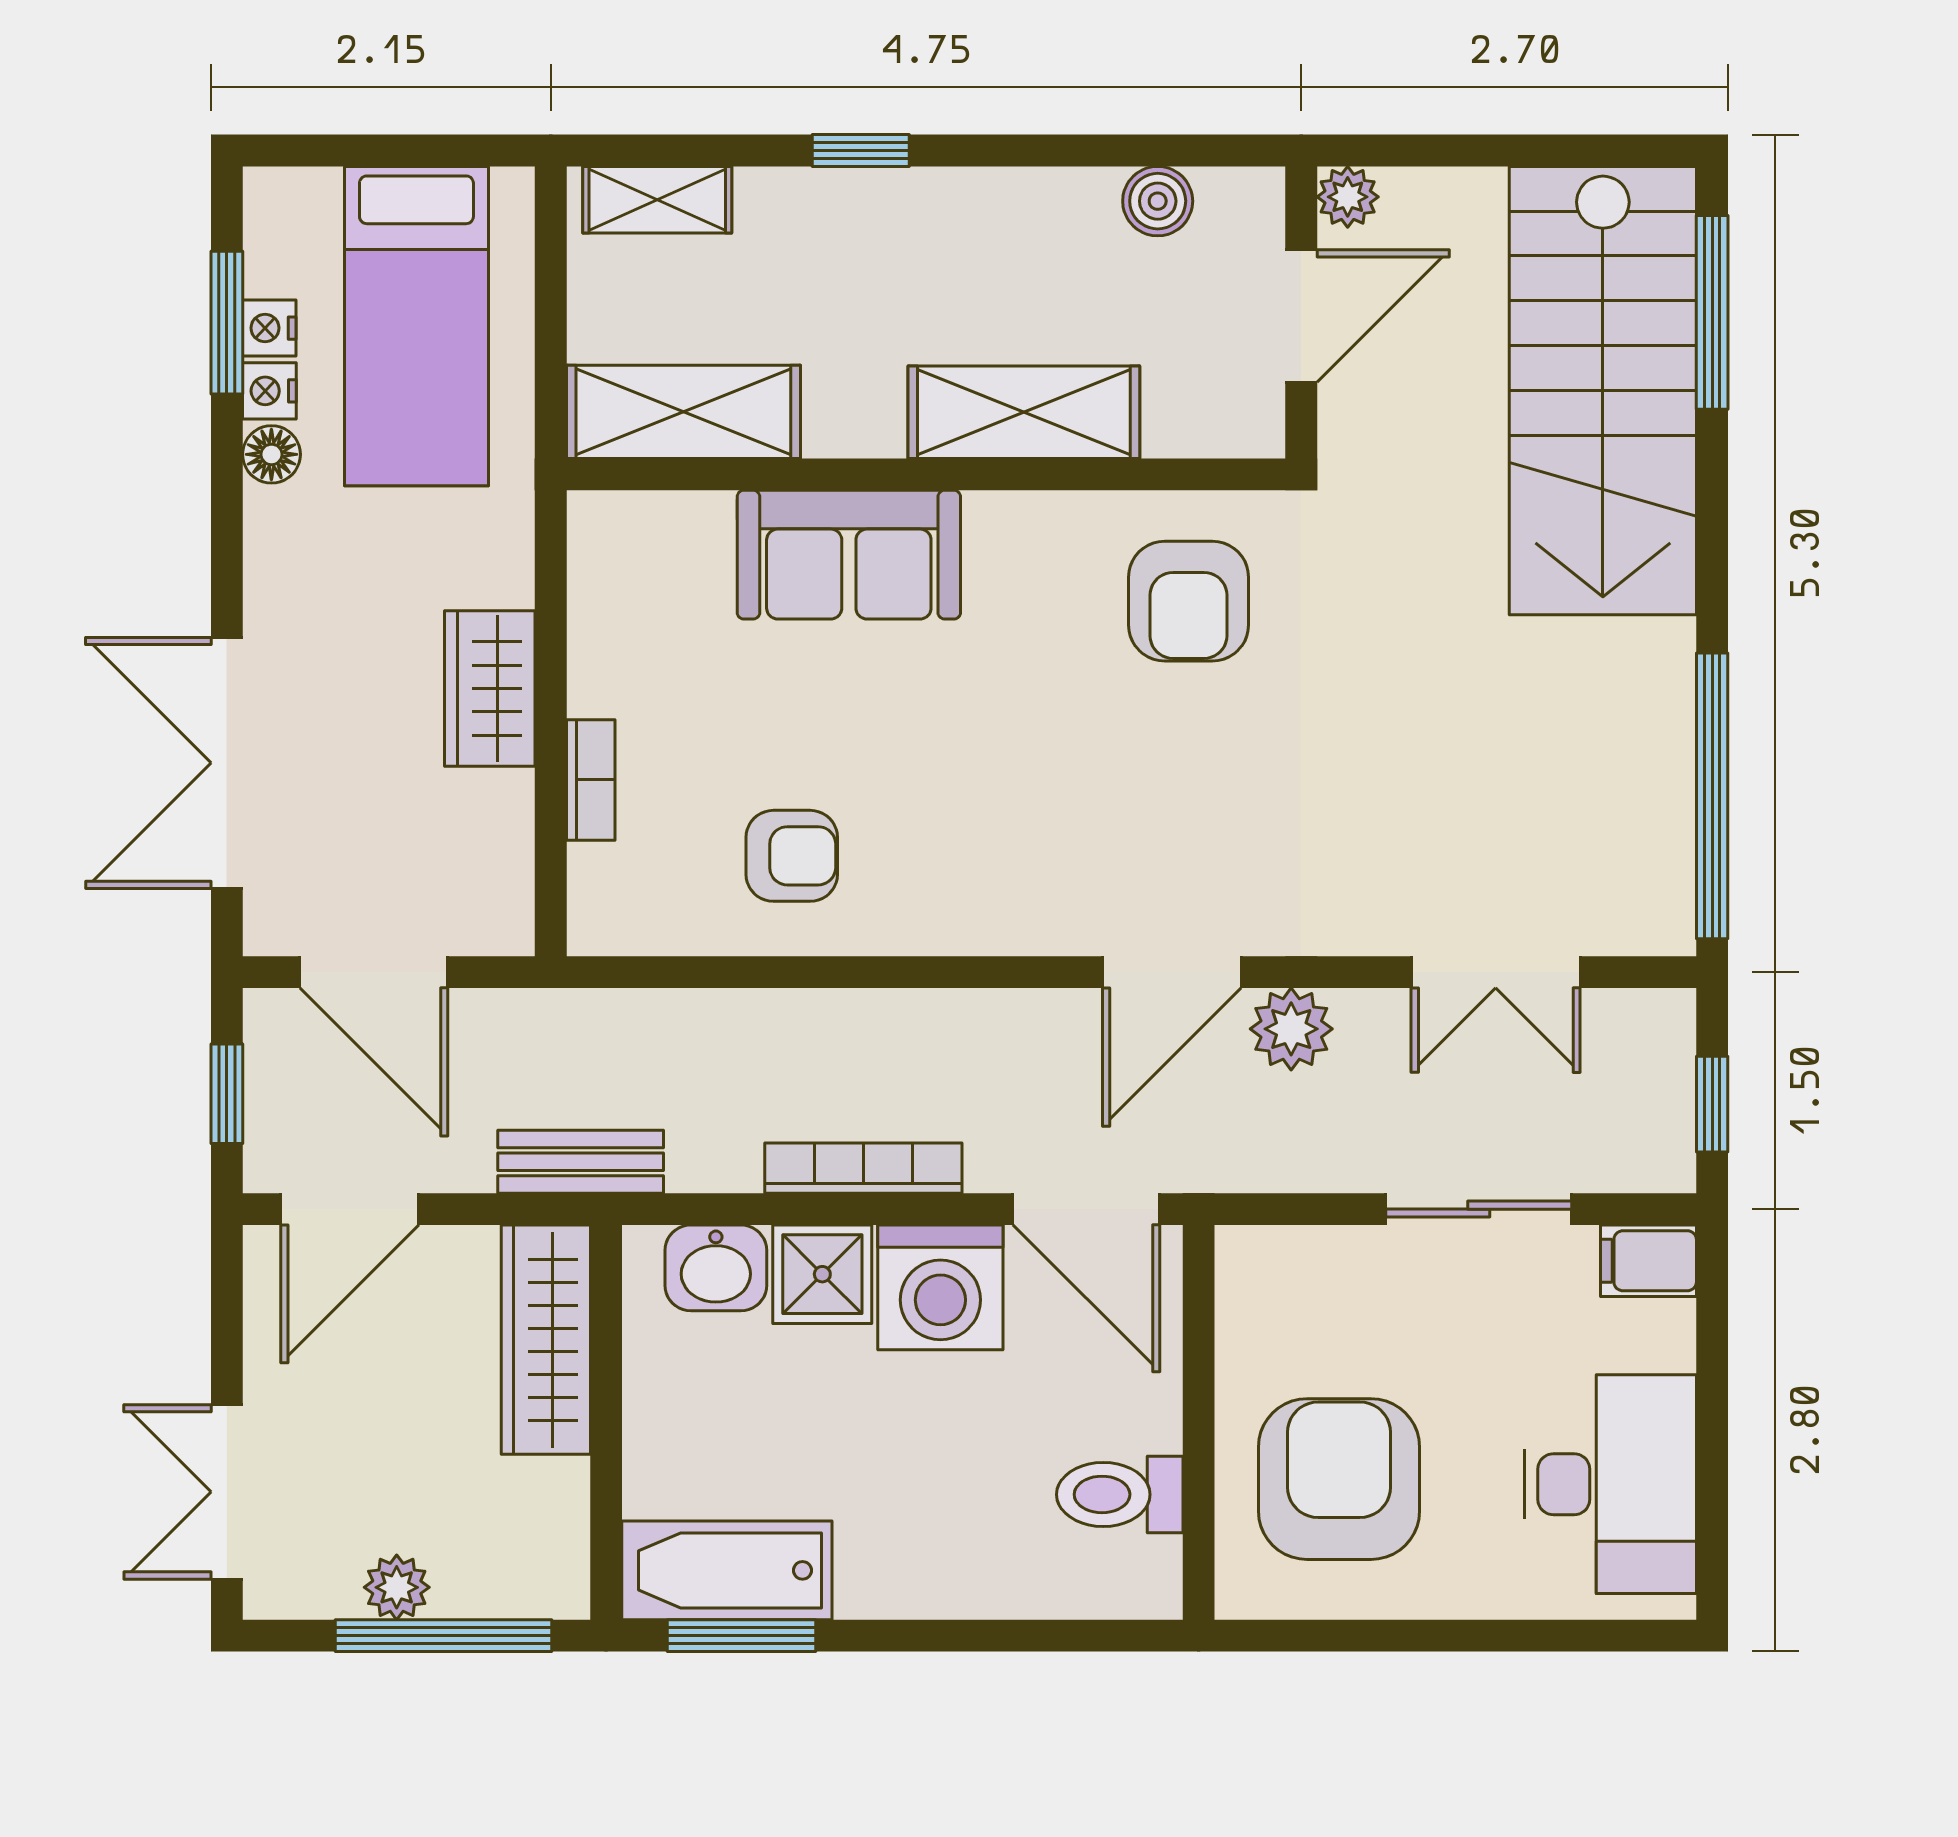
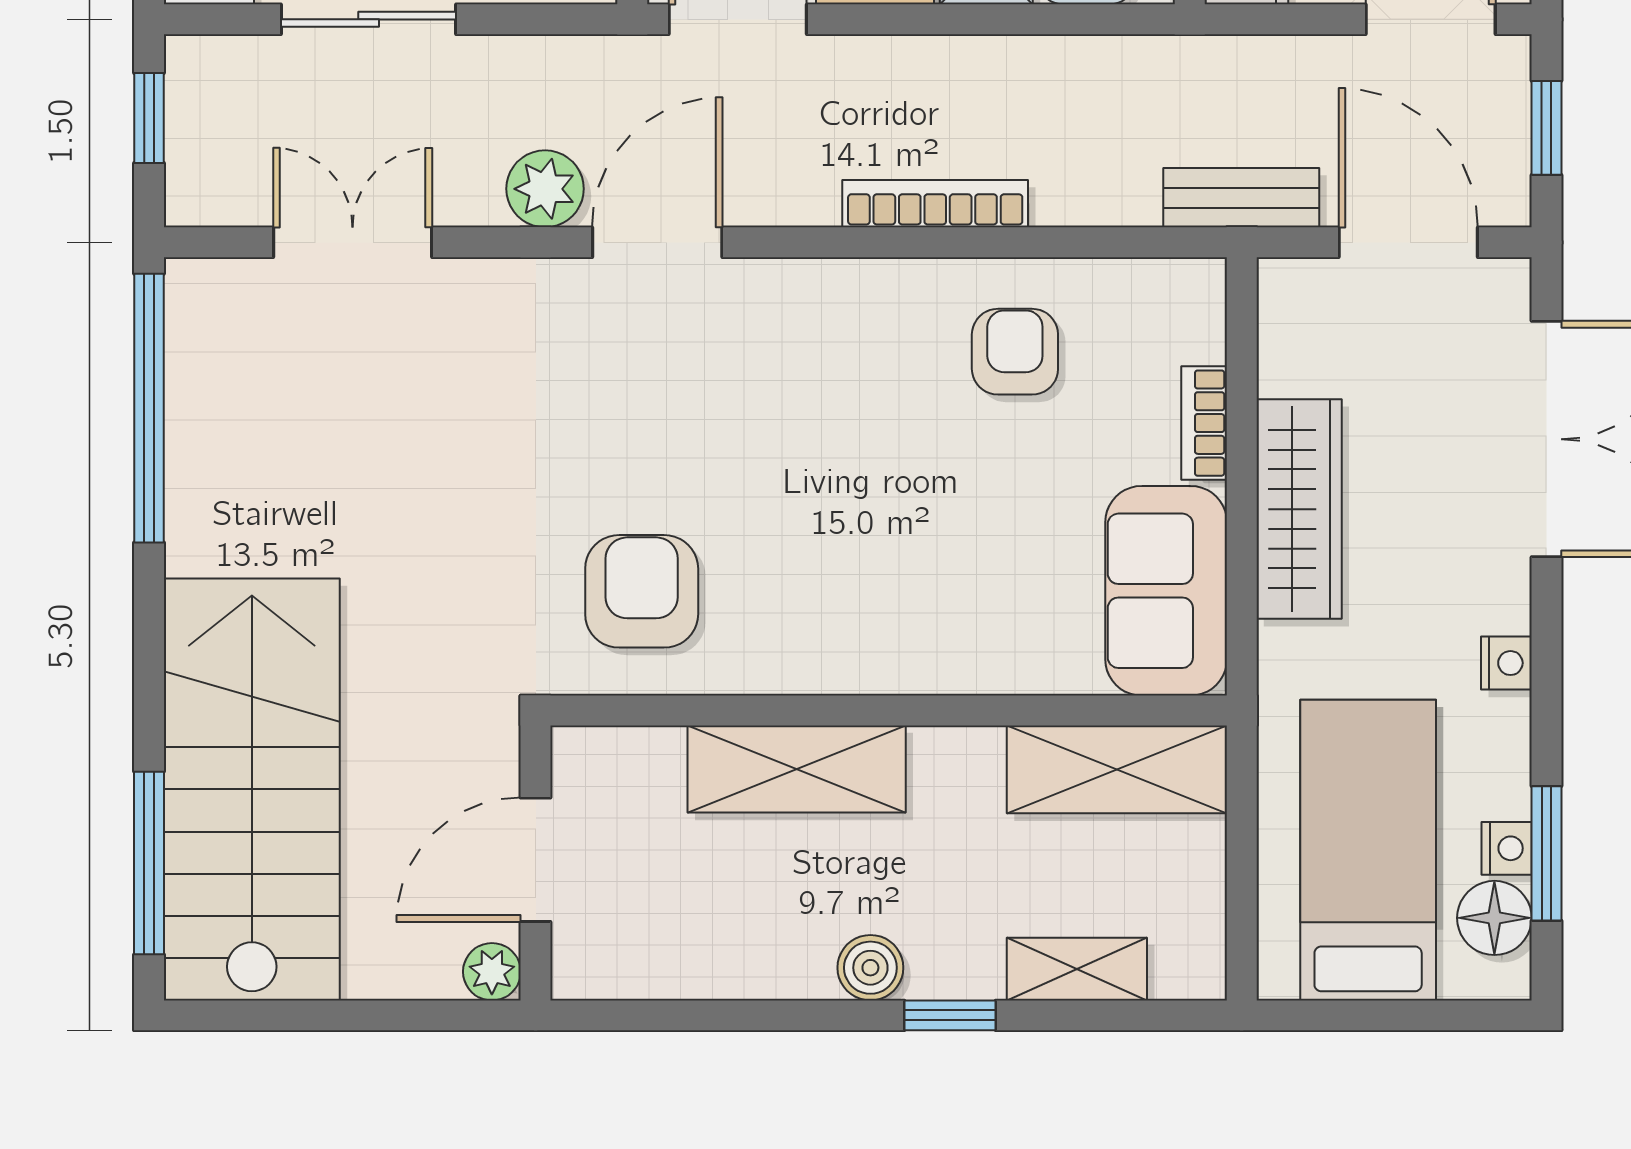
shelving: (657, 200) -> (1077, 969), moved
boiler: (1158, 201) -> (870, 968), moved
nightstand: (269, 391) -> (1506, 663), moved
floor lamp: (271, 454) -> (1494, 918), moved, width x1.37, depth x1.37
sofa: (849, 555) -> (1166, 591), moved, turned -90
wardrobe: (490, 689) -> (1299, 509), width x1.50
armchair: (792, 856) -> (1015, 352), turned 90
bench: (581, 1162) -> (1241, 198), moved
bookcase: (863, 1168) -> (935, 204), moved, turned 180

